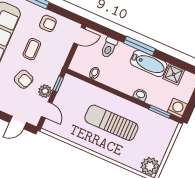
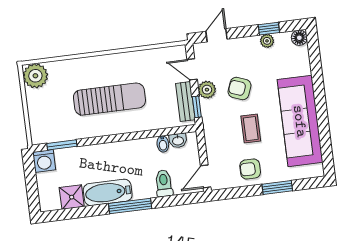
bench: (64, 92) -> (185, 102), added
washbasin: (140, 95) -> (178, 141), moved

